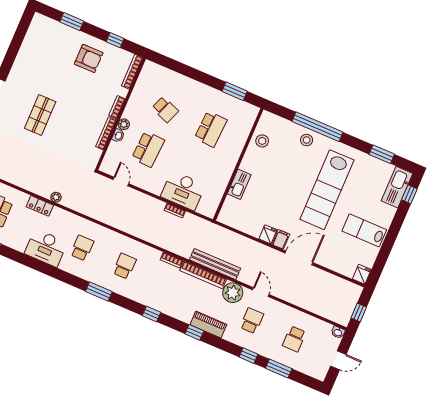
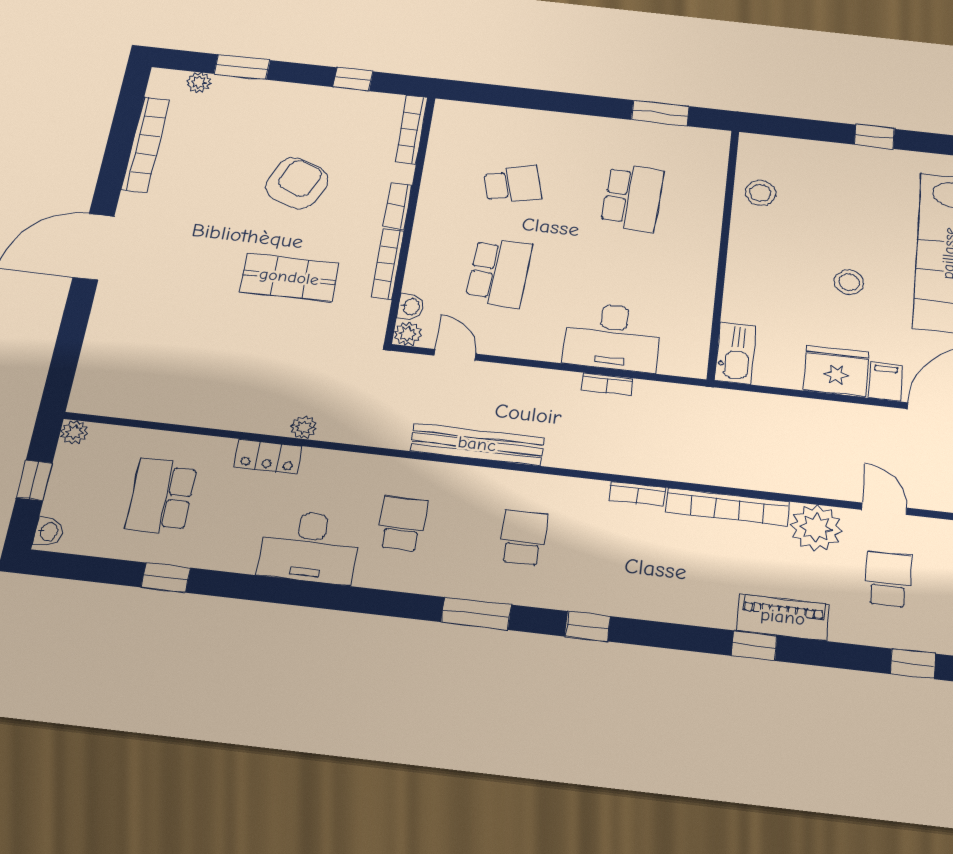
plant: (53, 25) -> (199, 82), added
bookcase: (25, 50) -> (145, 144), added
armchair: (89, 58) -> (297, 183), moved, turned -67
school desk: (165, 109) -> (513, 184), turned -36
shop shelf: (40, 115) -> (289, 277), moved, turned 90
plant: (124, 124) -> (408, 334), moved
window: (318, 127) -> (874, 137), width x0.32
washbasin: (118, 136) -> (411, 307), moved
stool: (307, 140) -> (849, 282), moved
kitchen sink: (239, 184) -> (735, 353), moved
fridge: (268, 234) -> (836, 371), width x1.88, depth x1.34
bench: (215, 264) -> (477, 444), moved
window: (152, 314) -> (588, 626), moved

